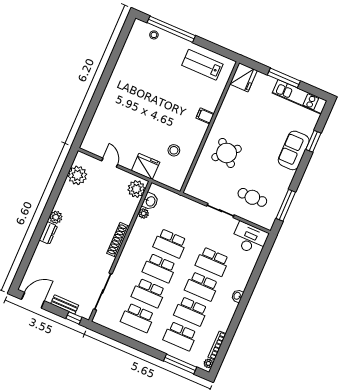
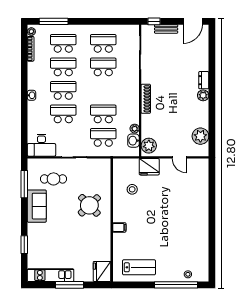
sofa: (294, 150) -> (37, 206), moved
school desk: (159, 268) -> (103, 137), moved

